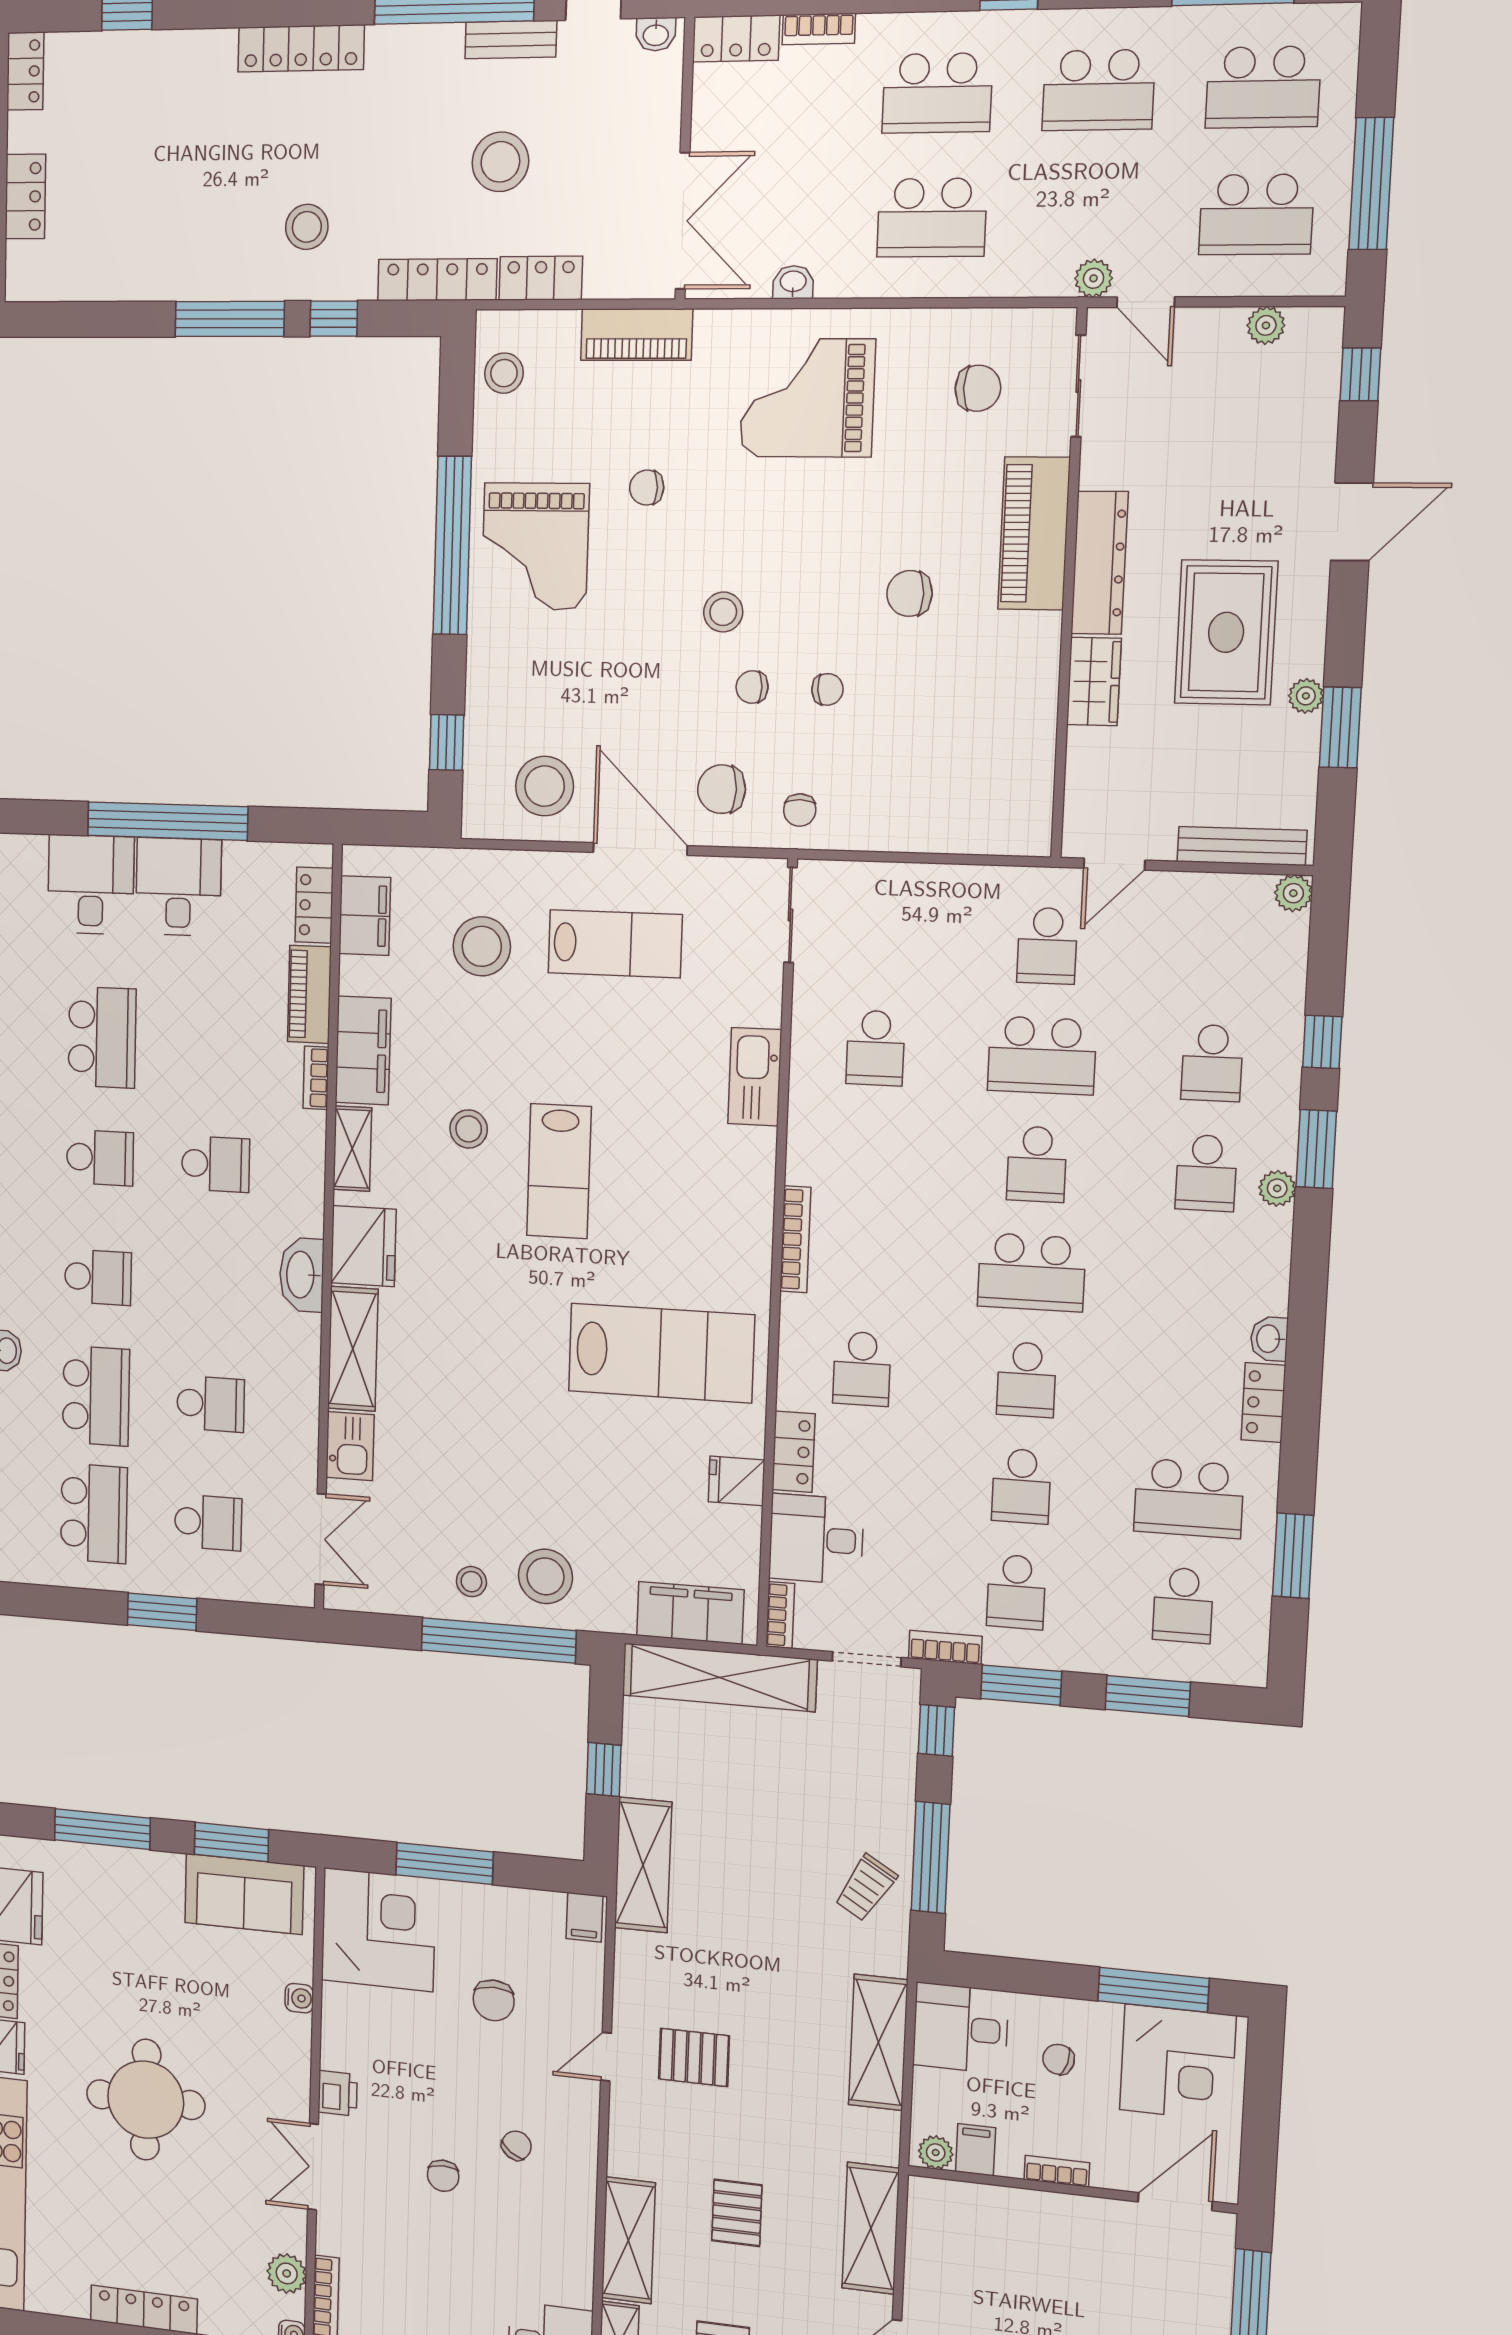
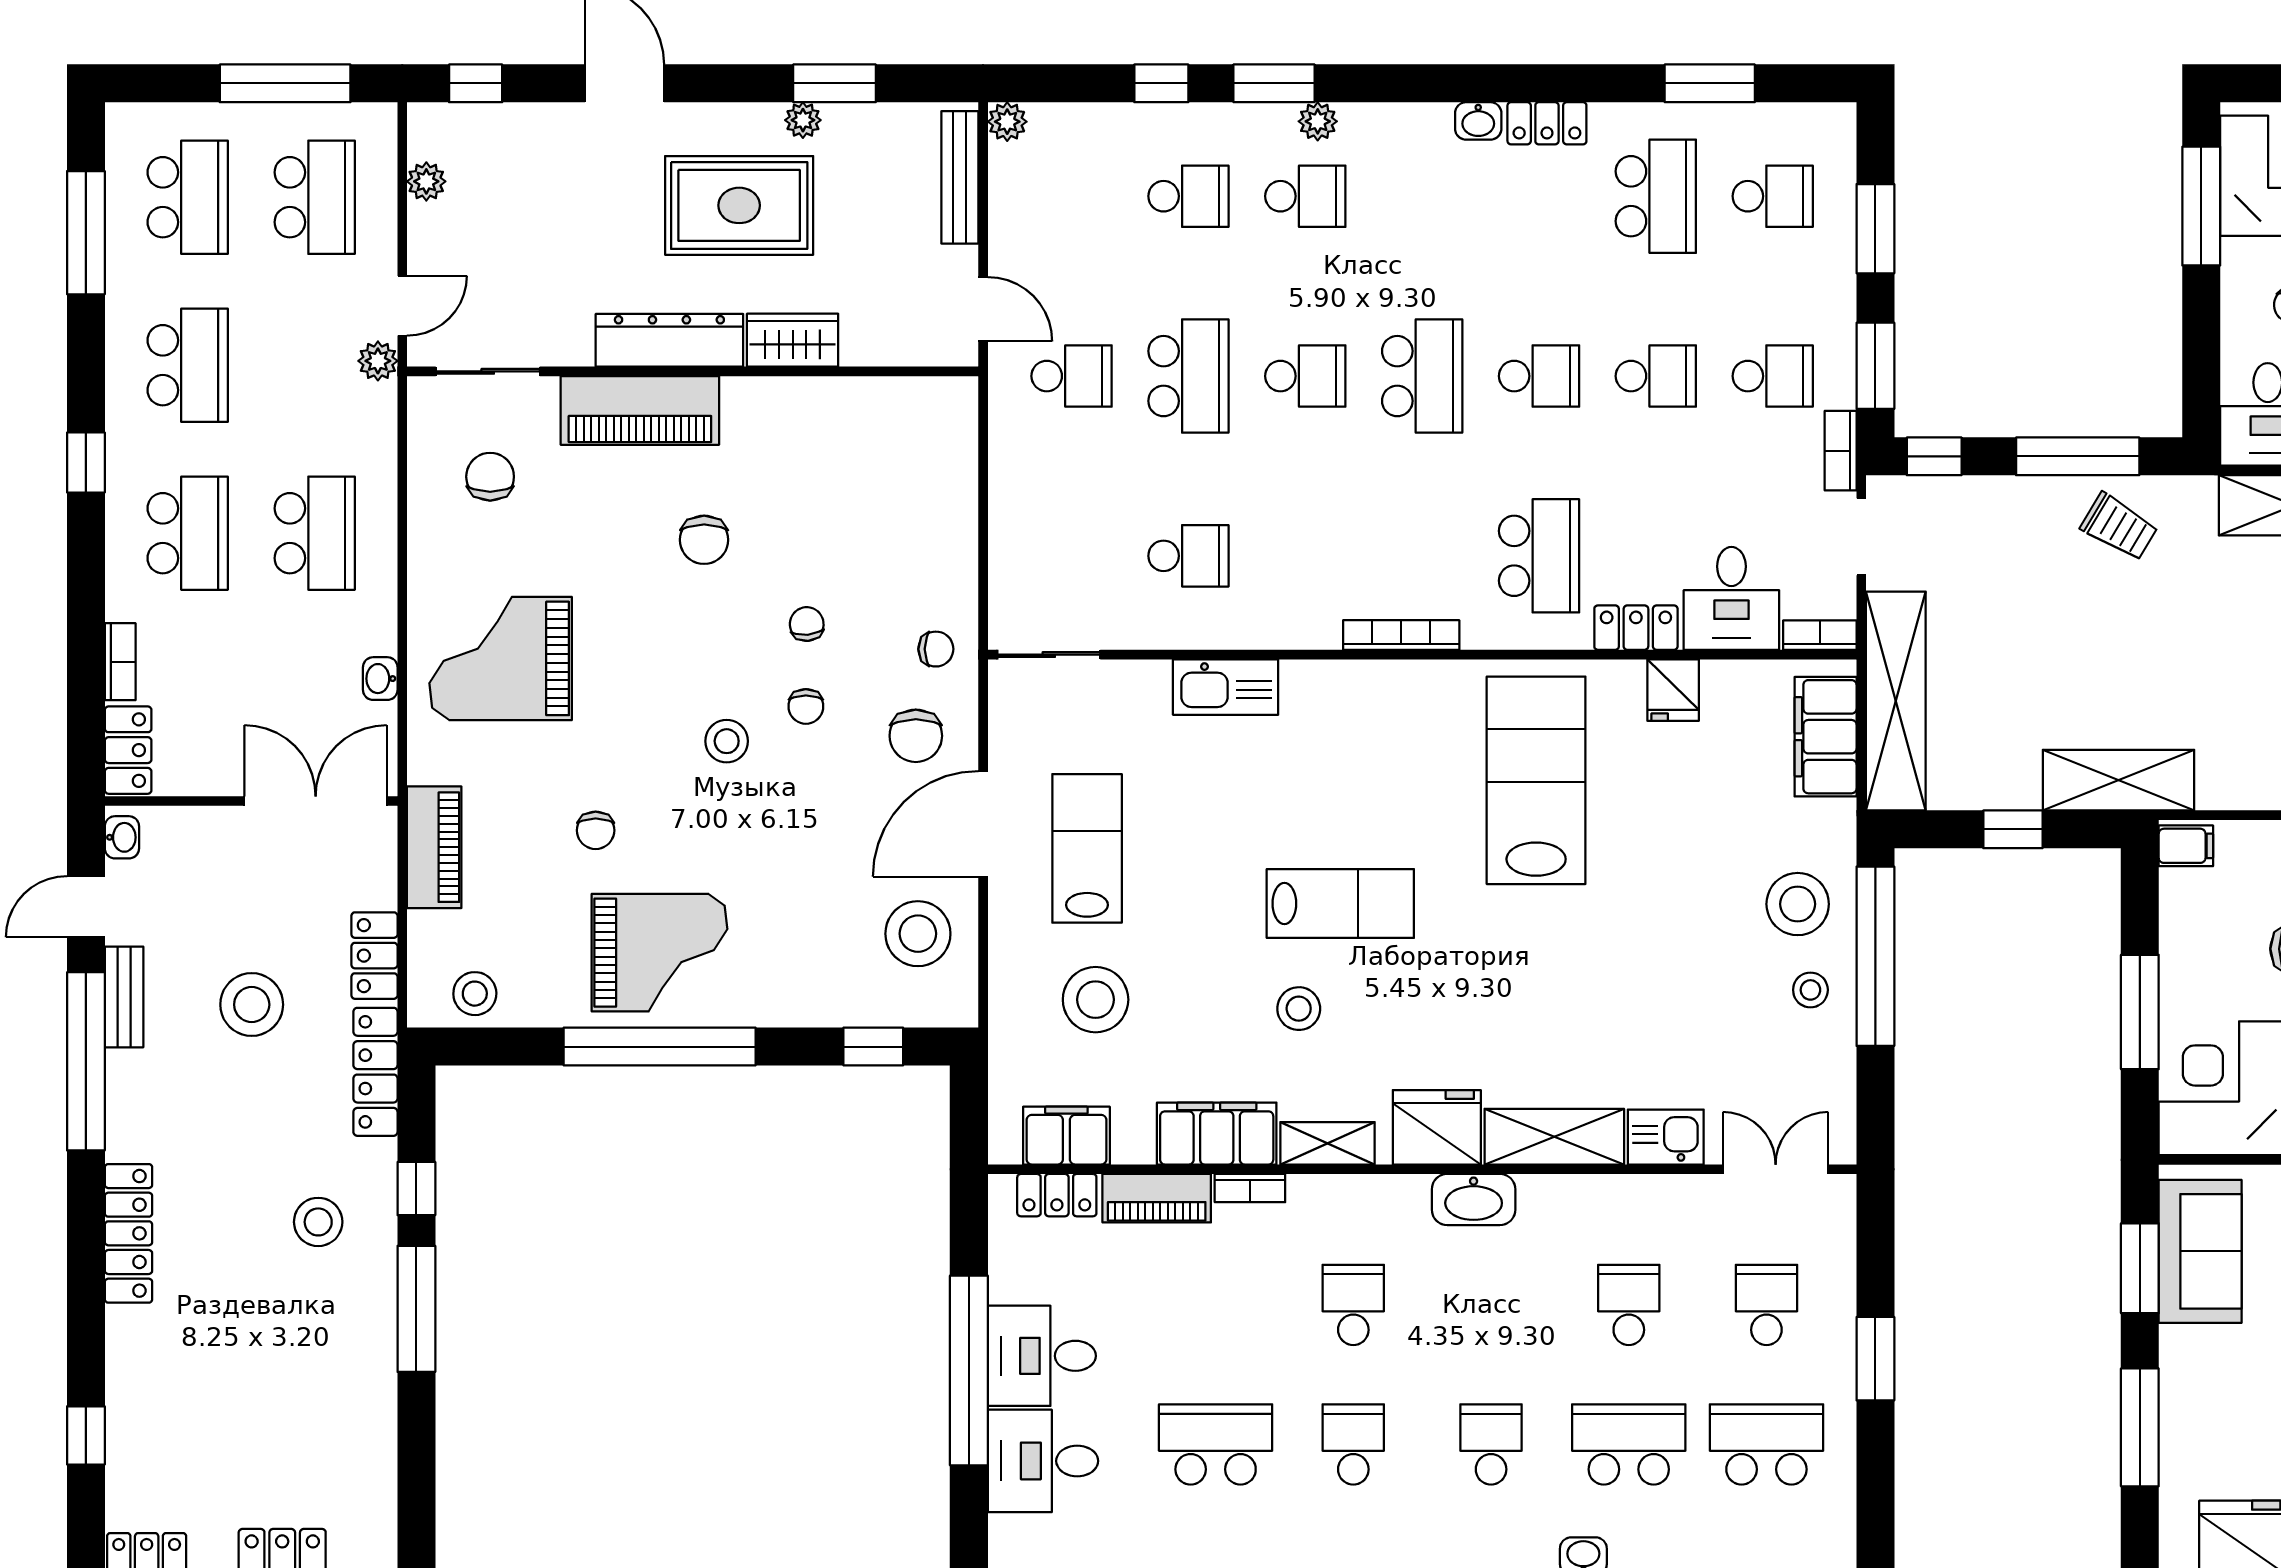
grand piano: (807, 398) -> (501, 658), turned 90
school desk: (862, 1369) -> (1539, 556), width x1.85

